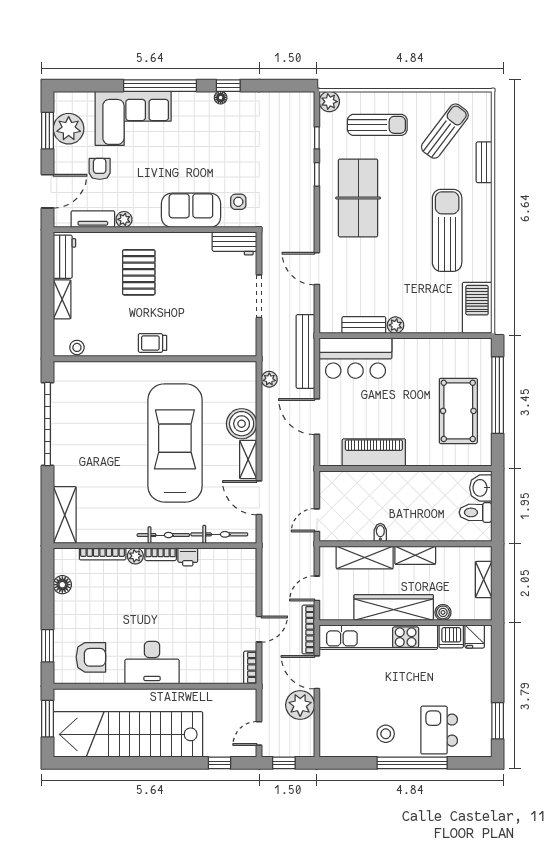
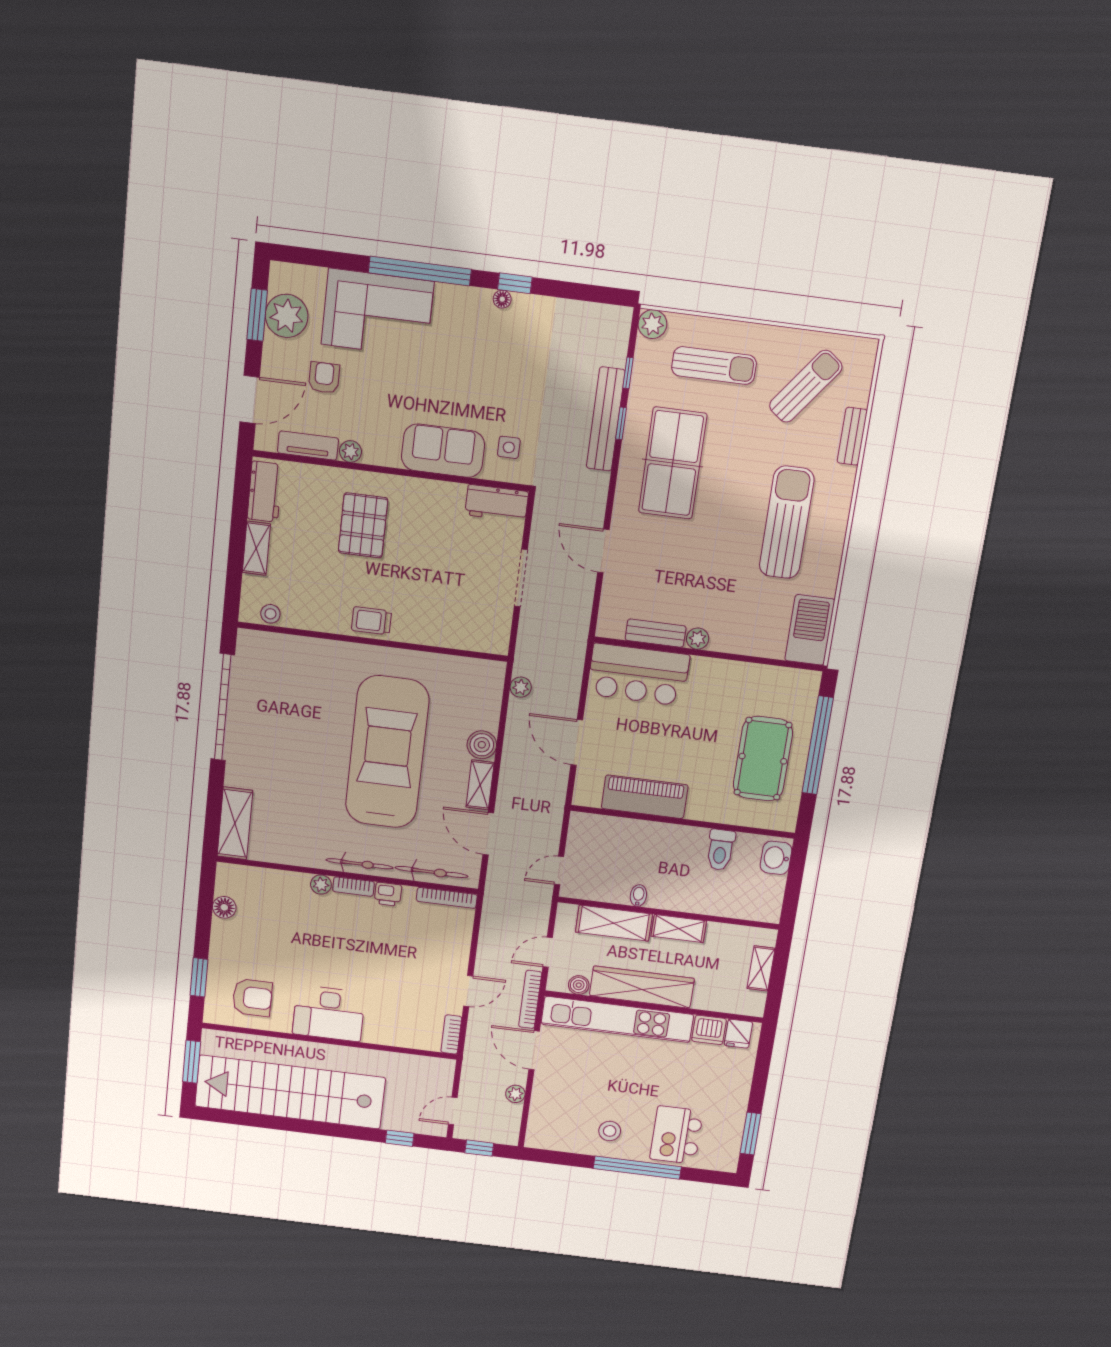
bench: (305, 351) -> (606, 419), moved
boiler: (242, 424) -> (482, 745), width x0.73, depth x0.73
toilet: (476, 512) -> (720, 850), moved, turned -90
bookcase: (103, 554) -> (447, 898), moved
boiler: (443, 612) -> (579, 985), moved
plant: (300, 705) -> (515, 1094), width x0.53, depth x0.53

